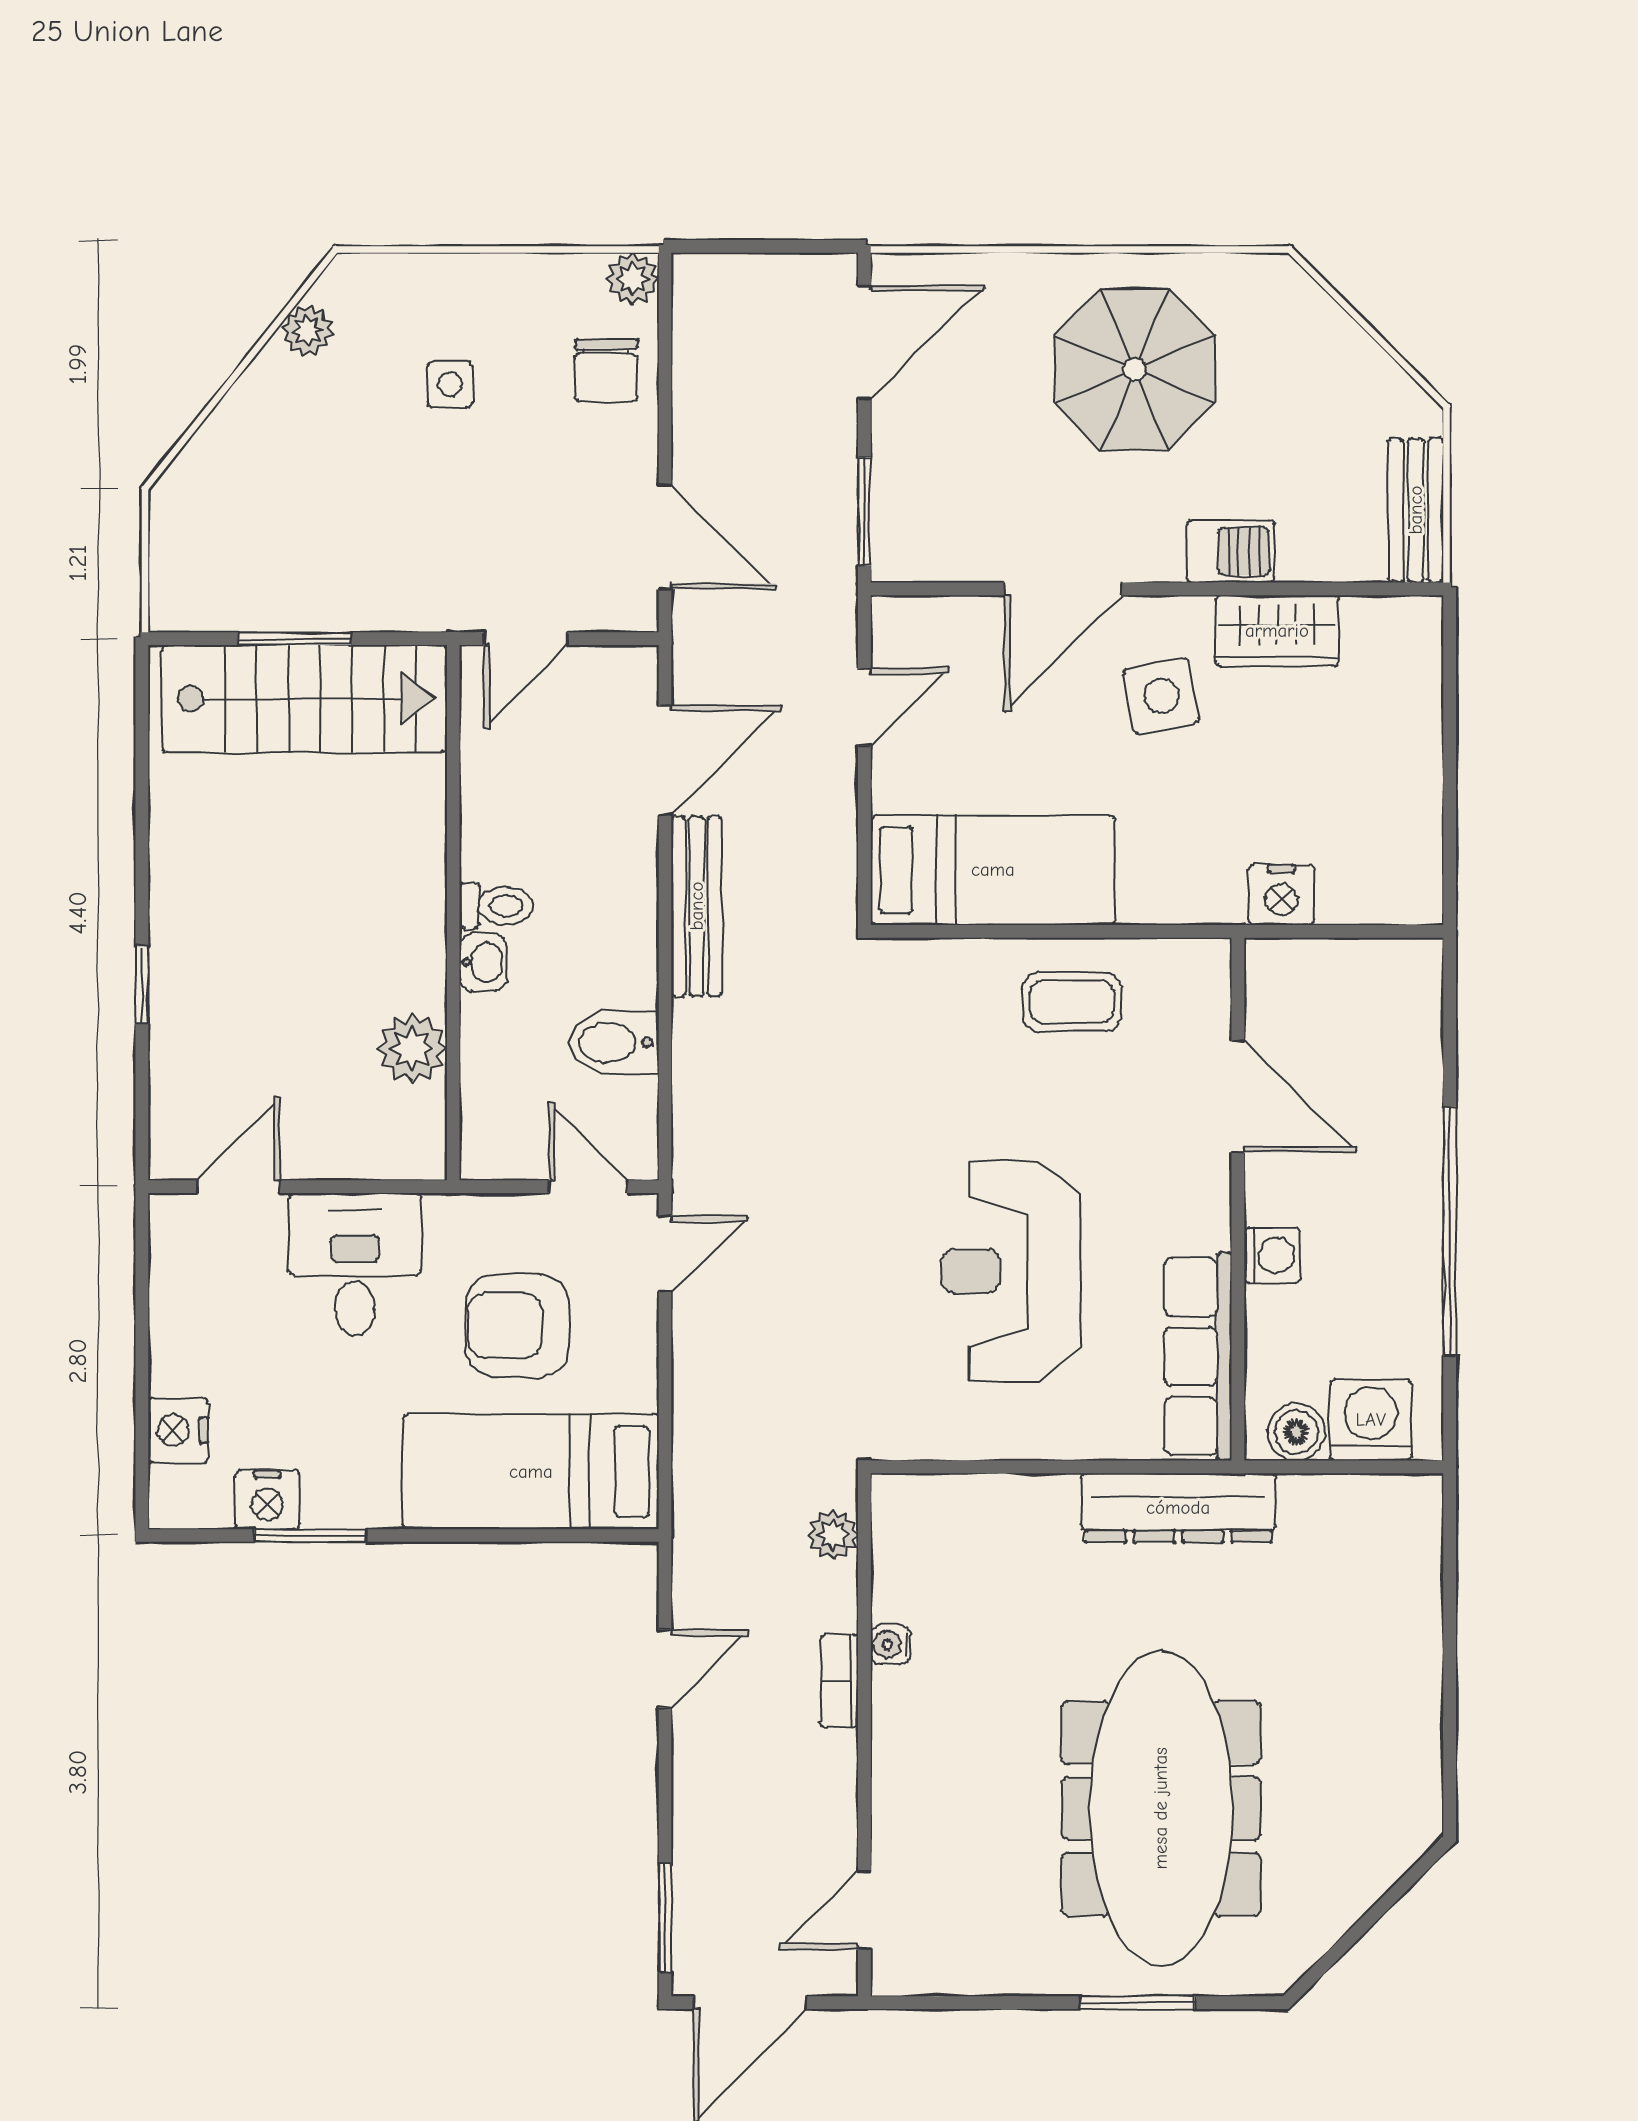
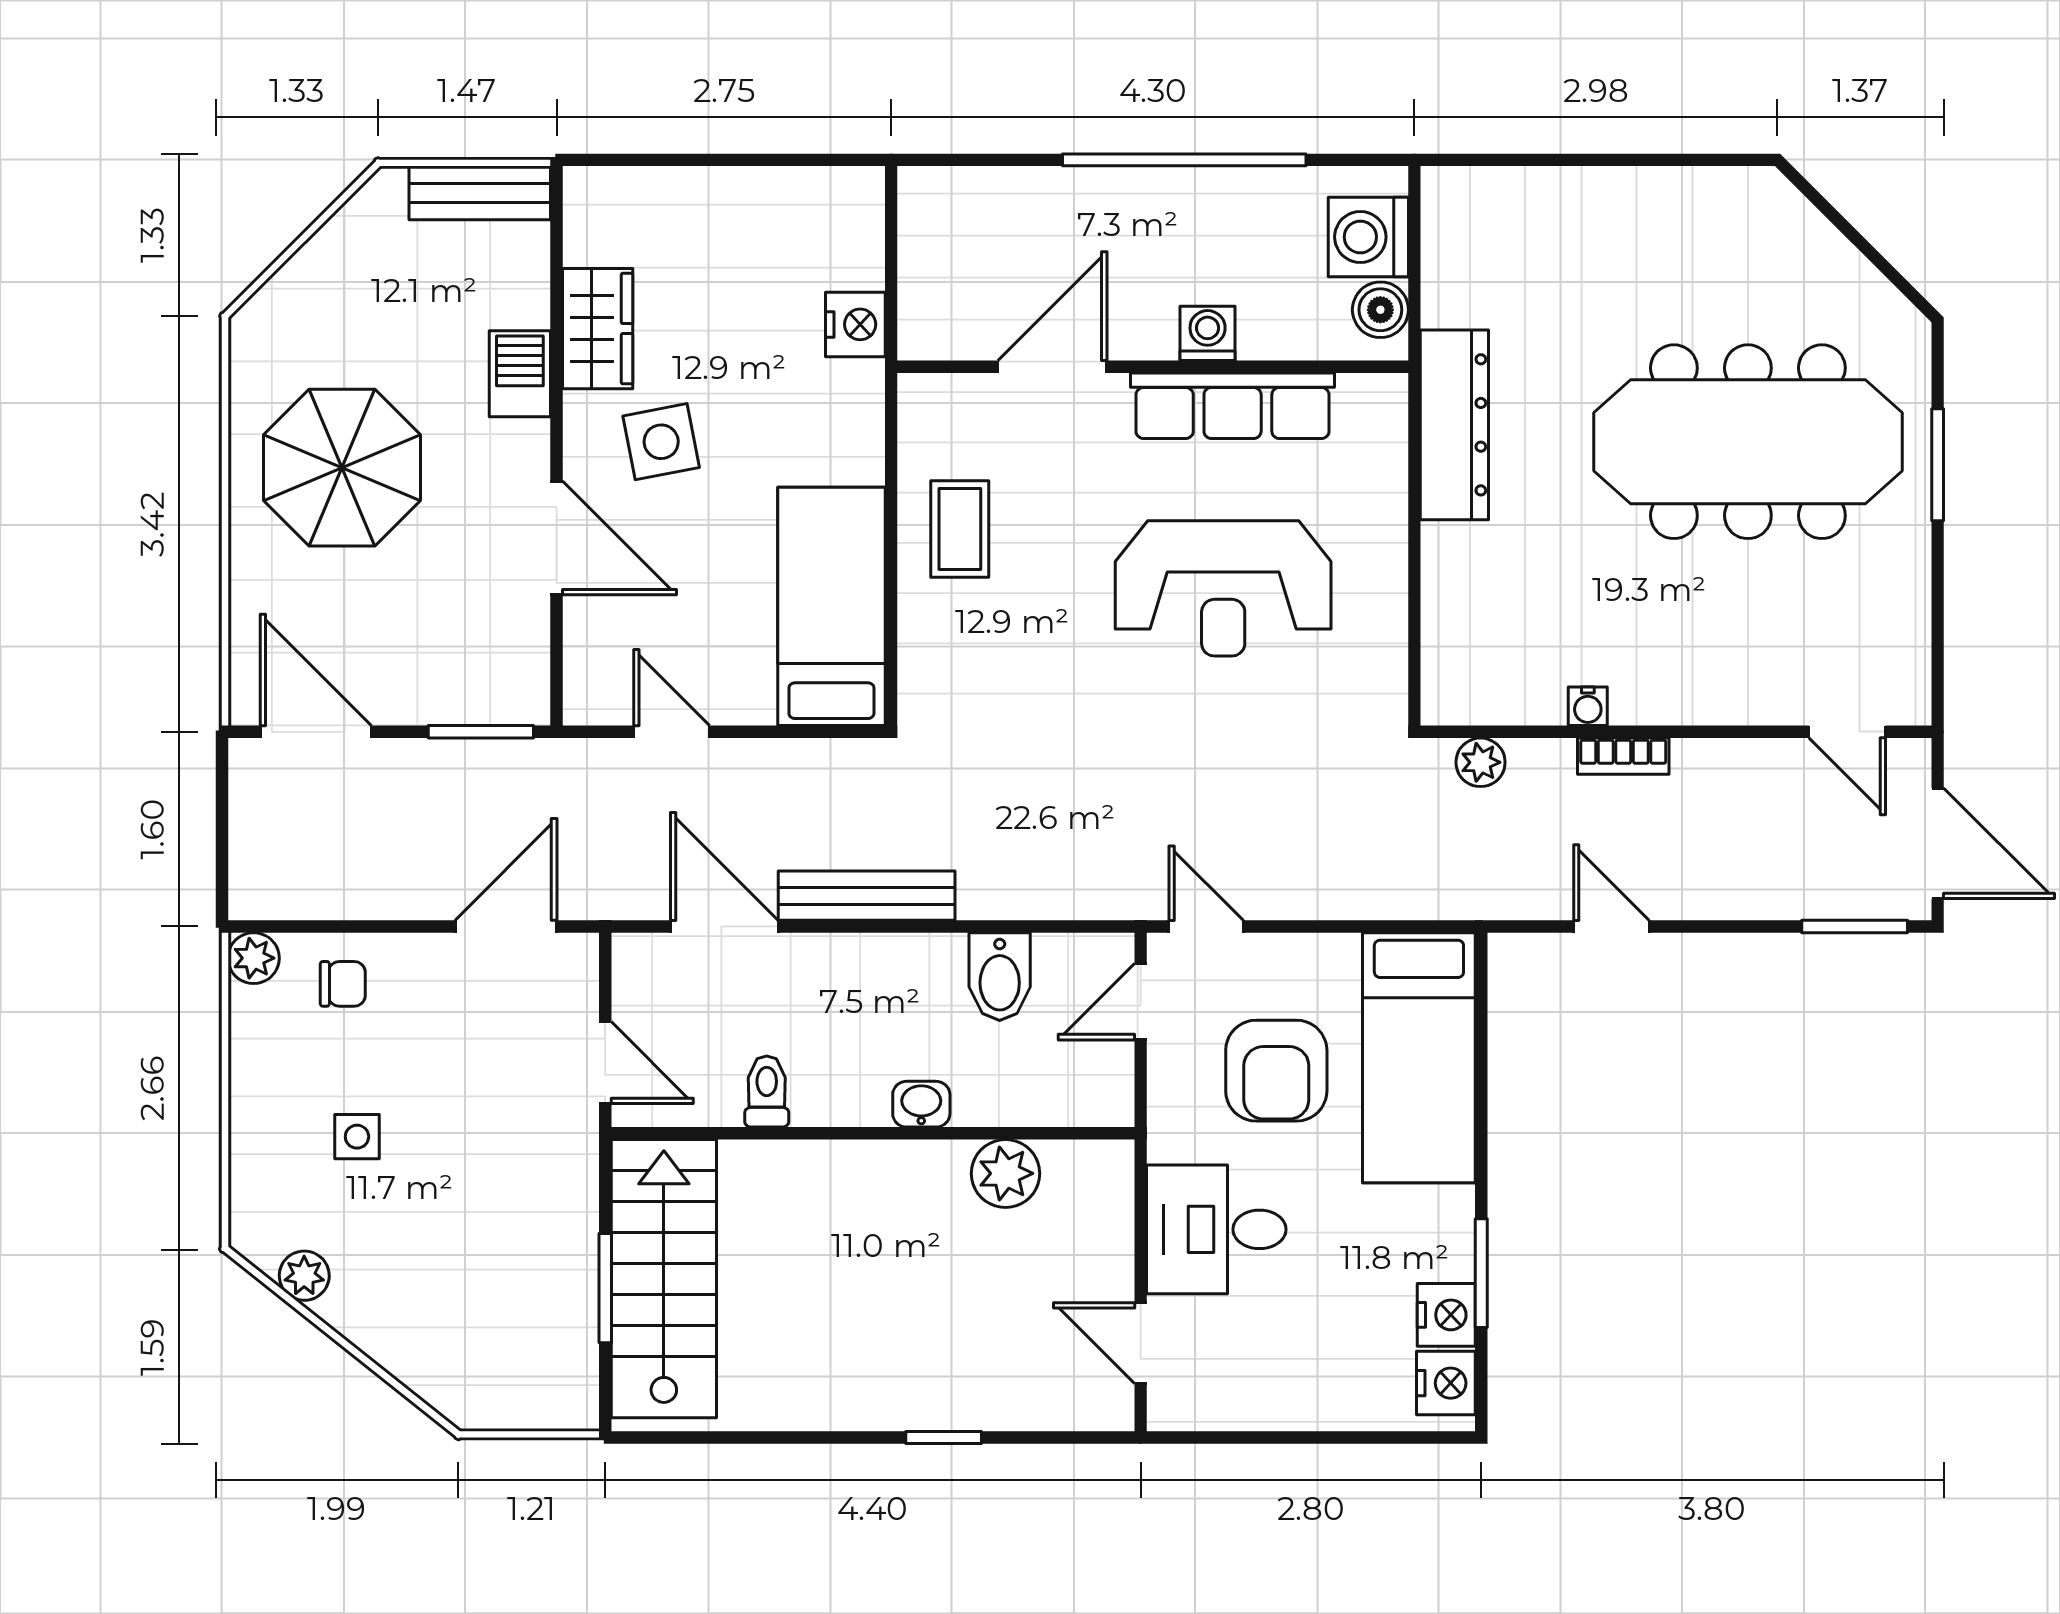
chair: (606, 370) -> (343, 984), width x0.73, depth x0.73
toilet: (496, 906) -> (767, 1091), moved
row of seats: (1198, 1356) -> (1233, 406), moved
nightstand: (178, 1430) -> (1446, 1383), moved, turned -90

